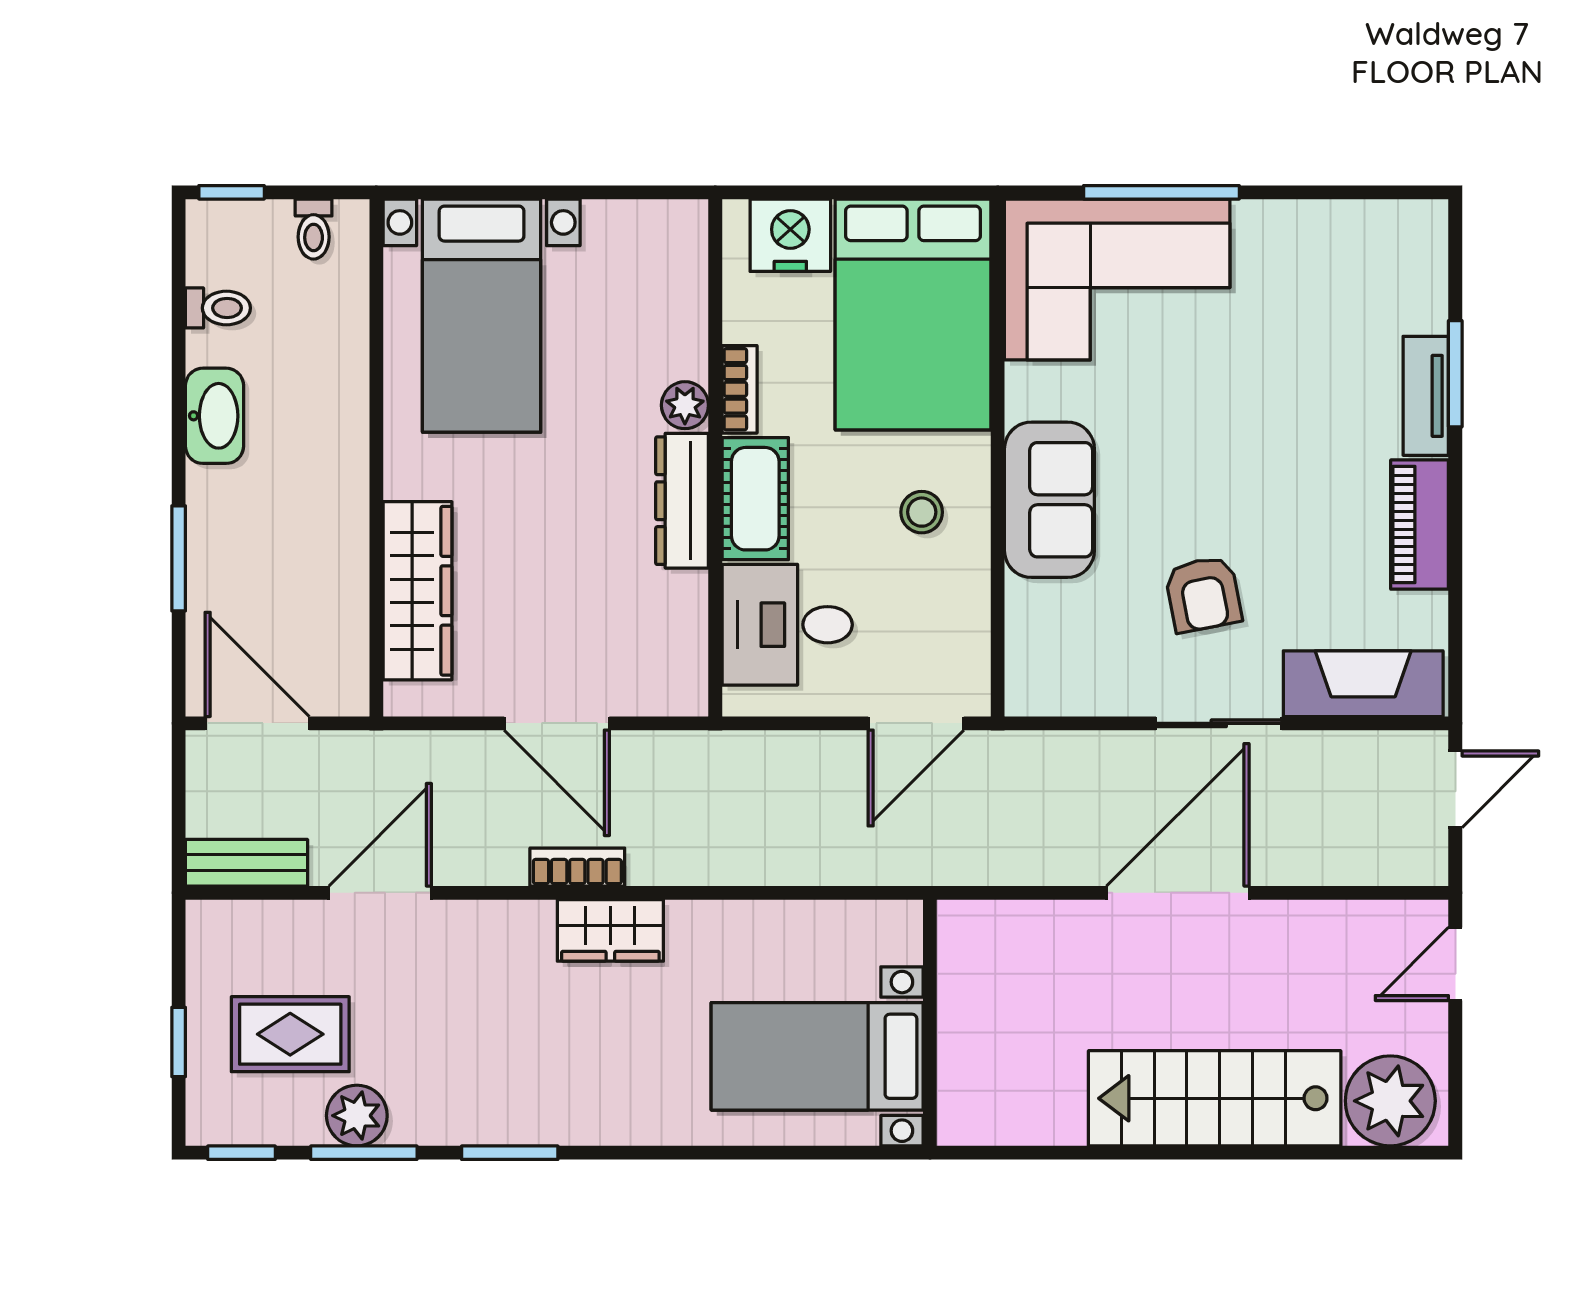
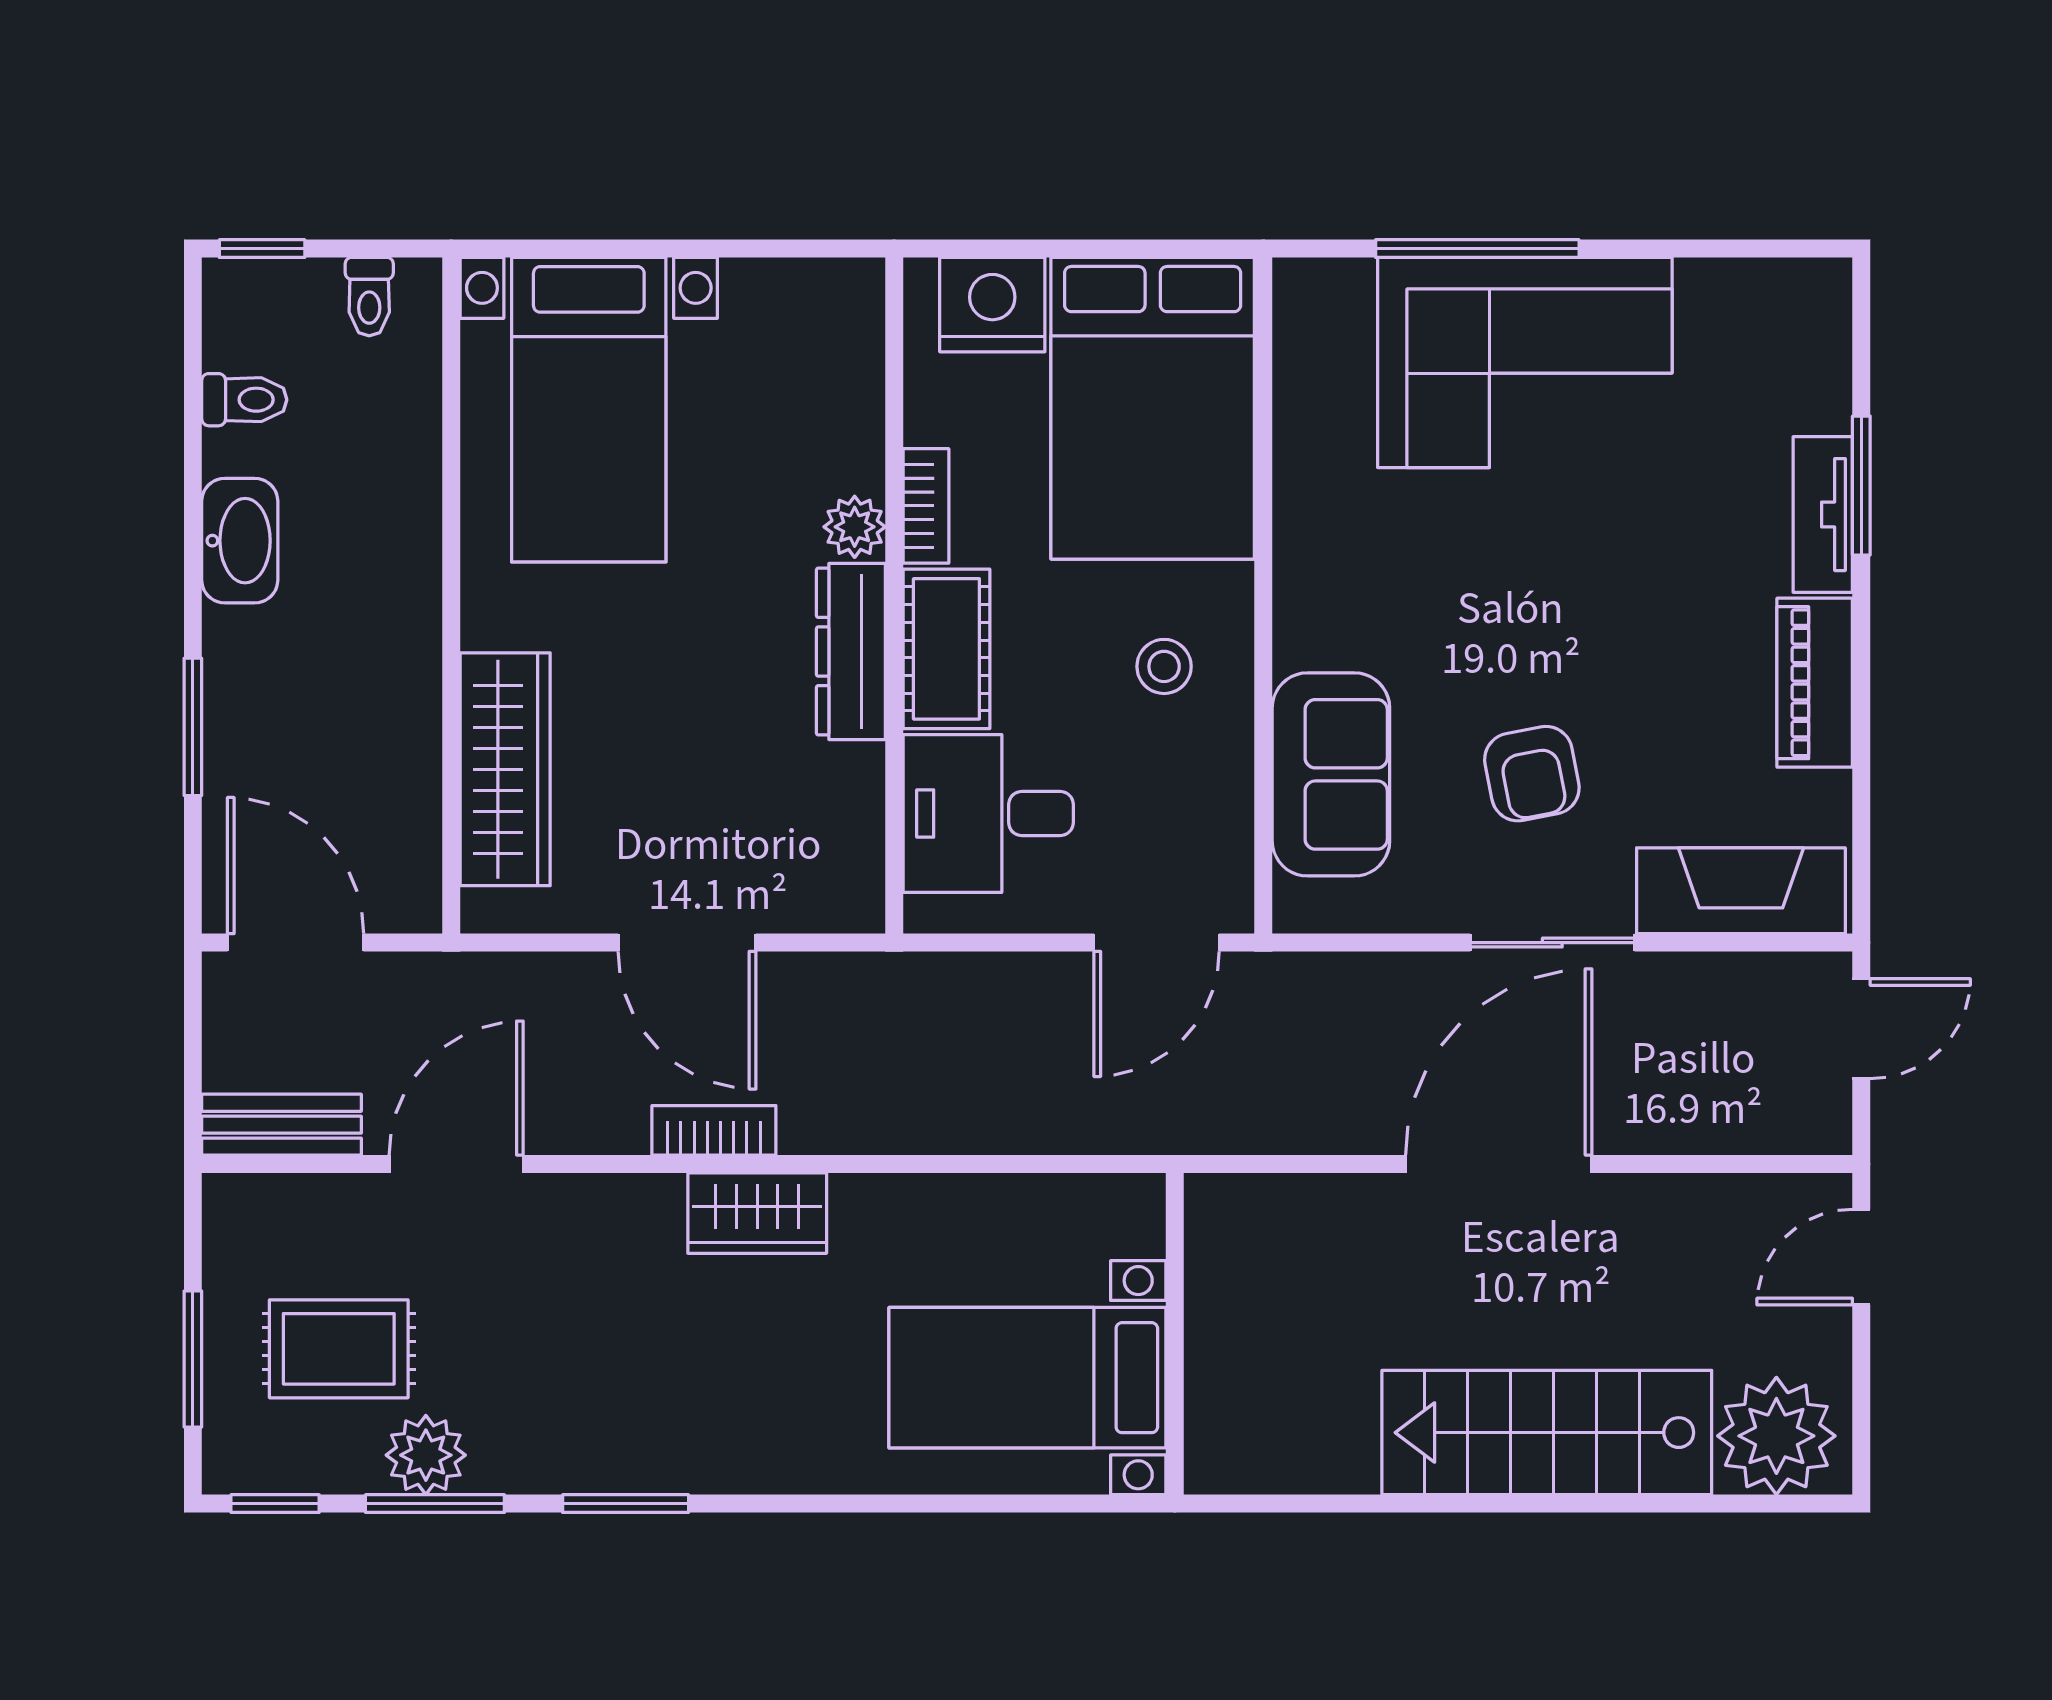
corner sofa: (1117, 280) -> (1525, 362), moved
sofa: (1049, 500) -> (1331, 774), moved
window: (179, 1042) -> (193, 1359), width x1.50

